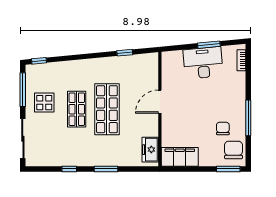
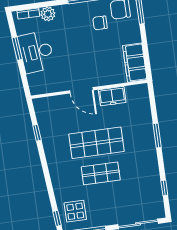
plant: (238, 79) -> (48, 14), added
display table: (44, 103) -> (75, 211), moved
freezer: (150, 150) -> (112, 96), moved
window: (69, 169) -> (164, 188), moved

